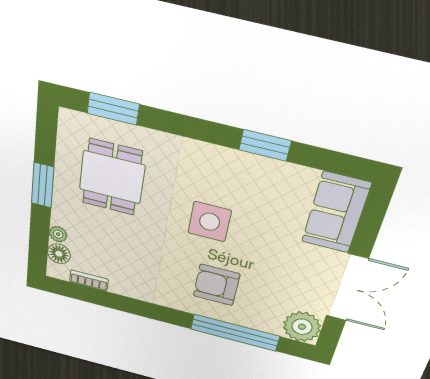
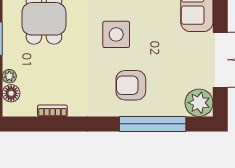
bookcase: (89, 281) -> (52, 111), moved

